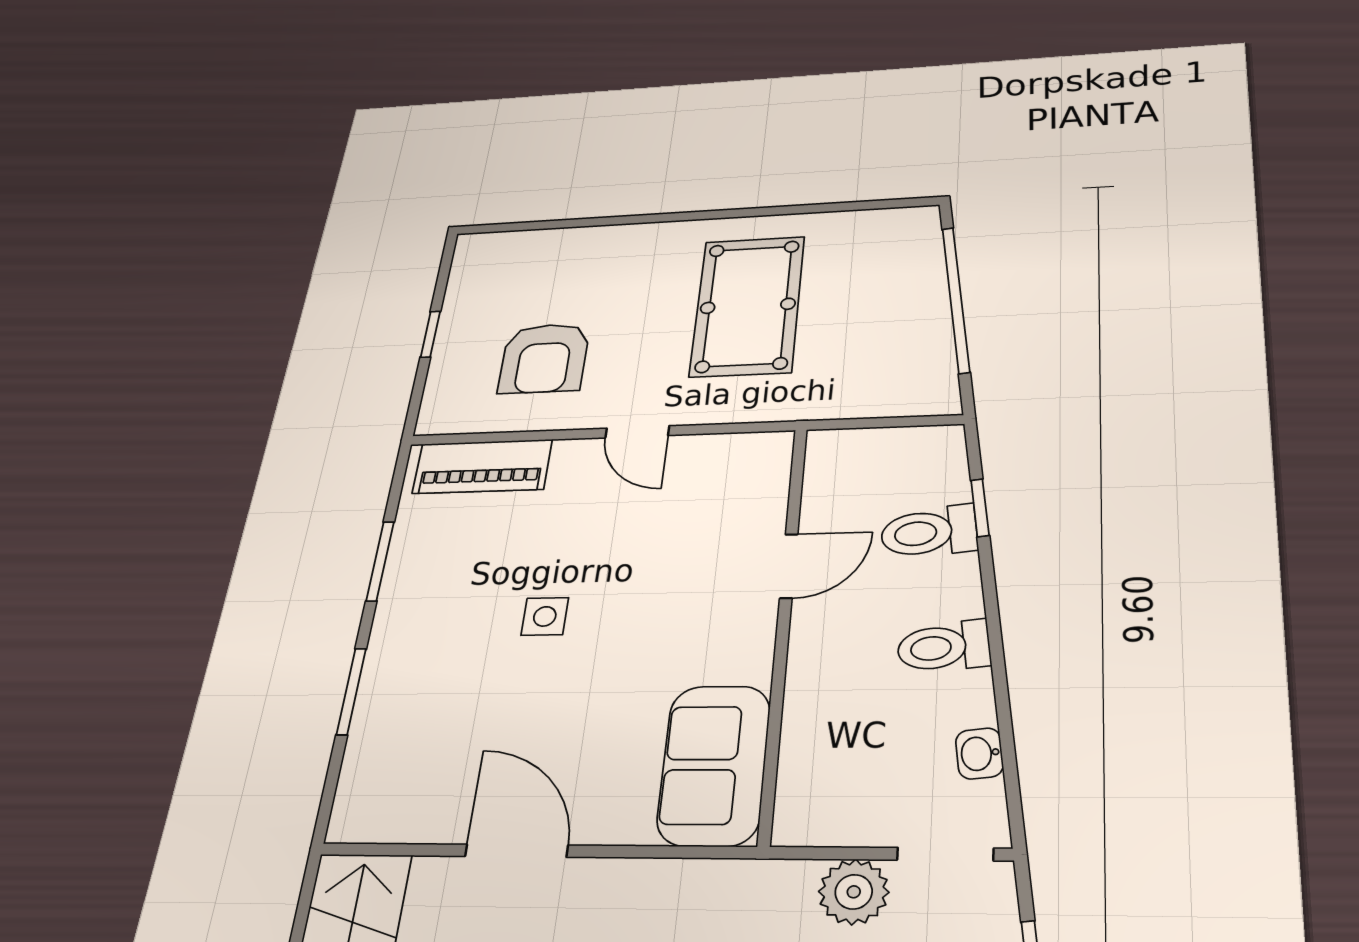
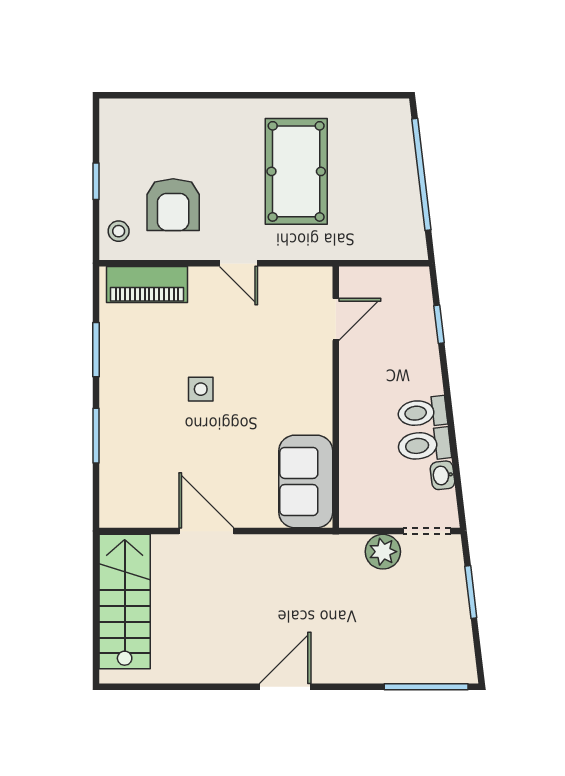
stool: (451, 396) -> (119, 231), added
toilet: (929, 532) -> (424, 445), moved
door: (789, 566) -> (336, 319), moved

